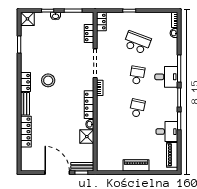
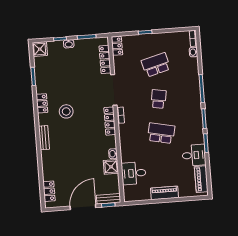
locker: (89, 34) -> (105, 59), width x1.53
school desk: (137, 42) -> (156, 65), turned -36
desk: (166, 77) -> (134, 173), moved, turned 180
locker: (26, 82) -> (42, 103), moved
locker: (89, 105) -> (110, 121), moved
school desk: (137, 108) -> (161, 133), width x1.85
locker: (26, 132) -> (49, 191), moved, width x0.66
door: (57, 173) -> (83, 207), hinge flipped

